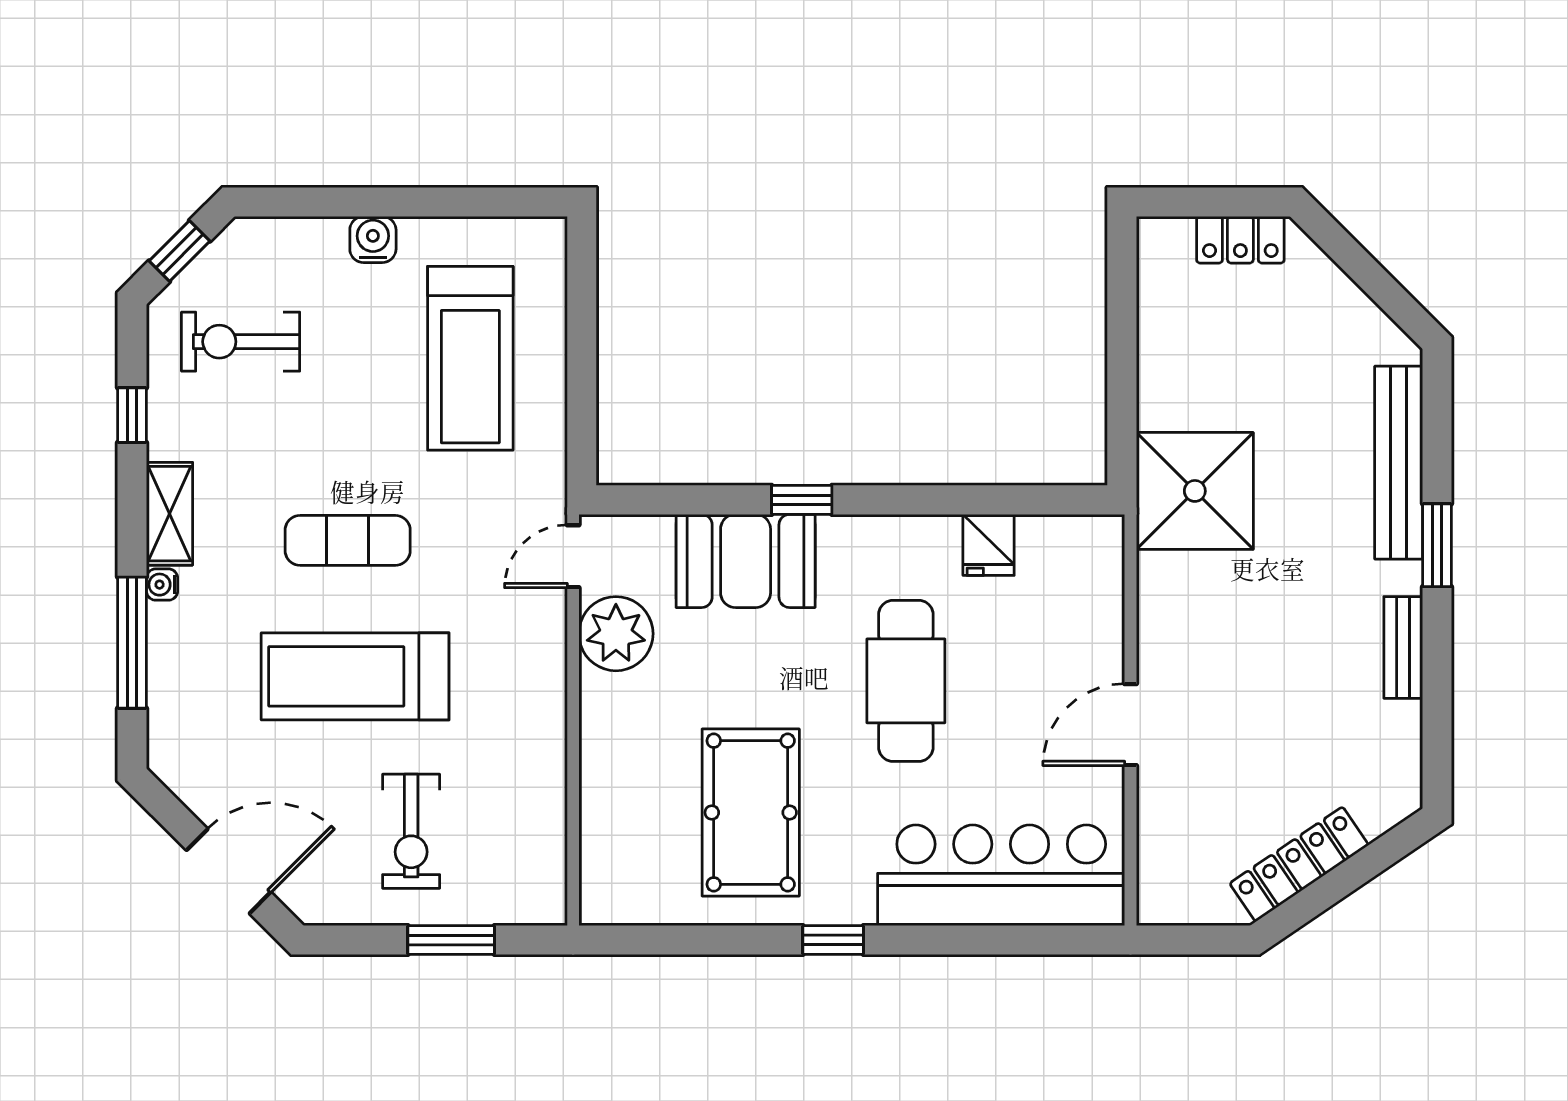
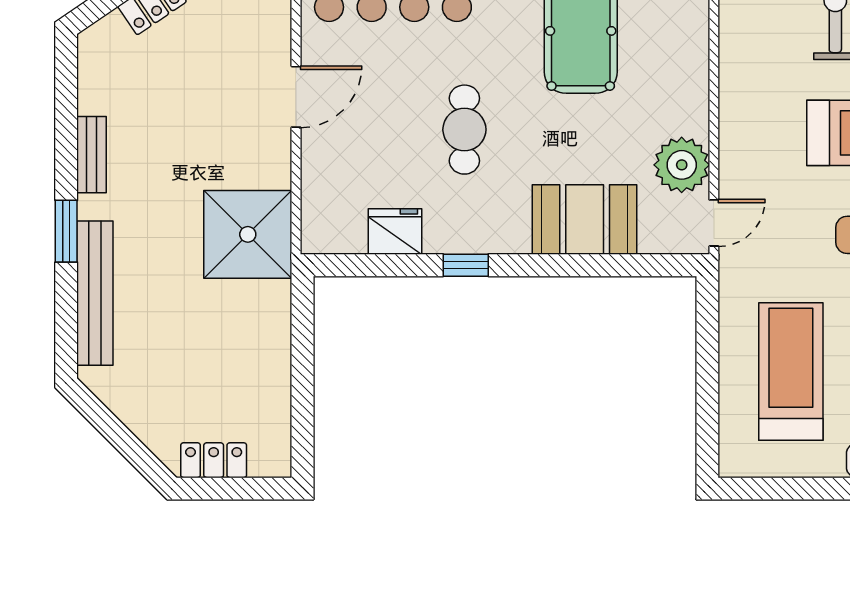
shower: (1195, 491) -> (248, 234), moved
window: (802, 500) -> (466, 265), moved
fridge: (989, 545) -> (395, 232), width x1.38
cafe table: (906, 681) -> (464, 130), width x0.73, depth x0.74

